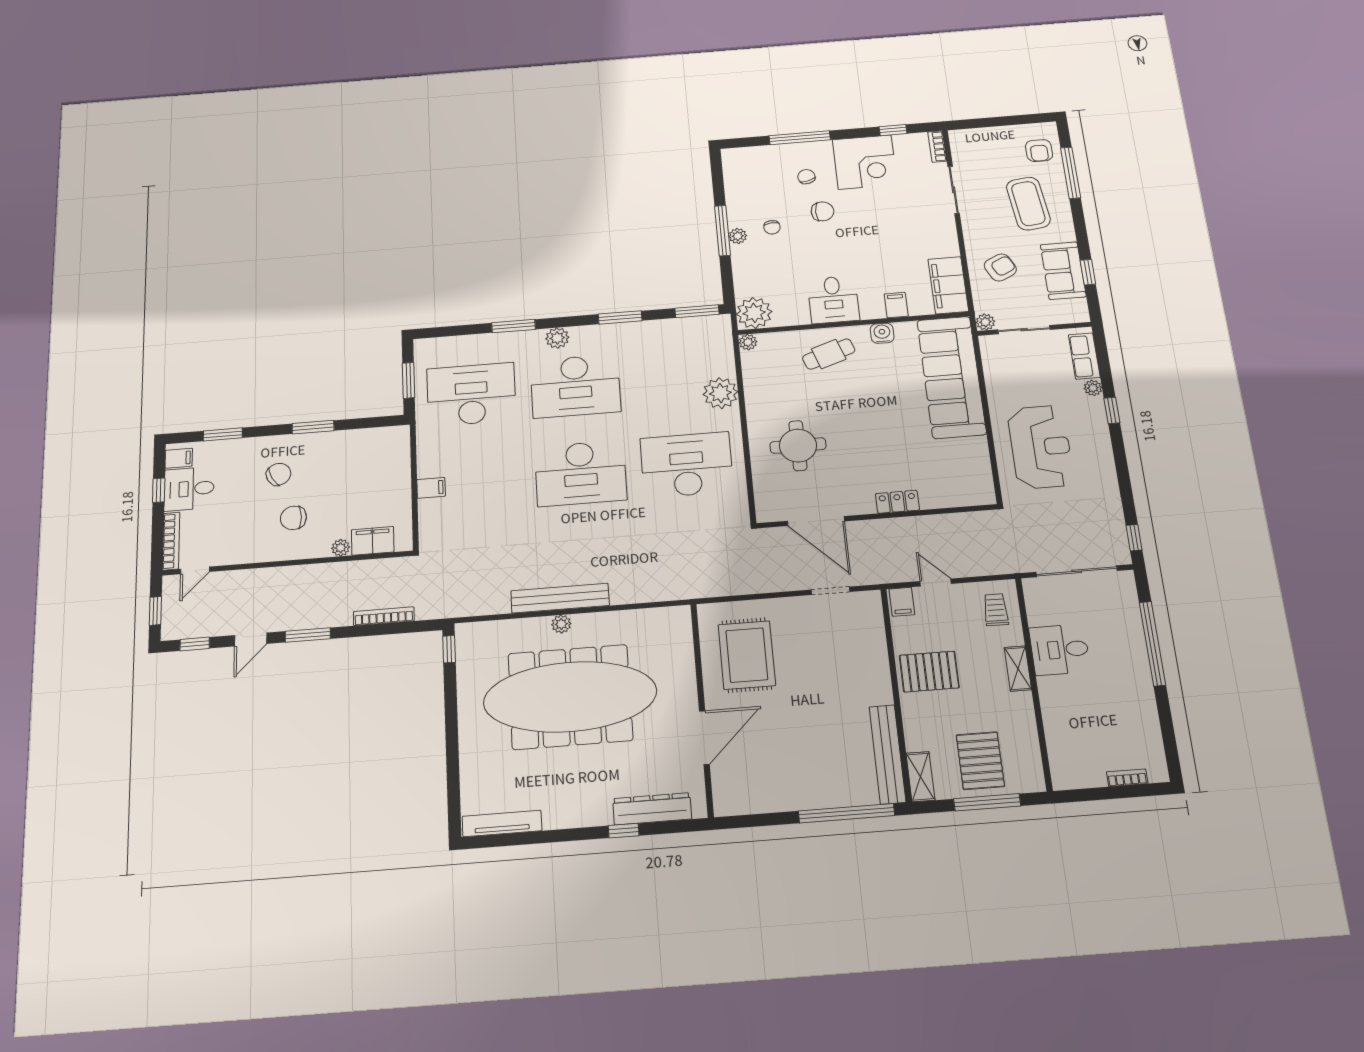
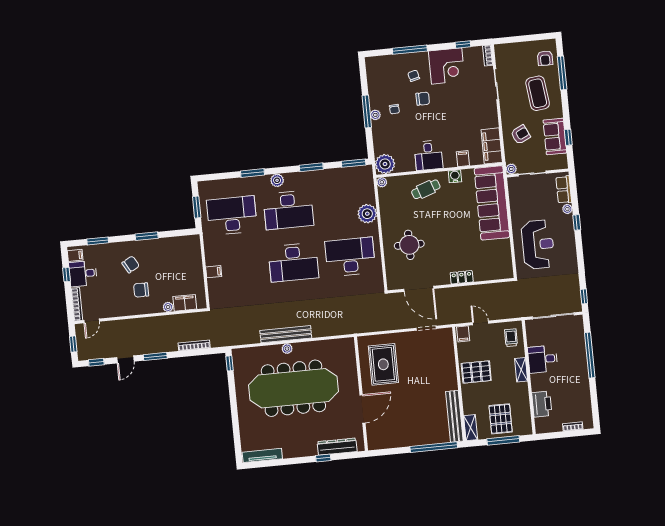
printer: (1062, 734) -> (542, 404), added

